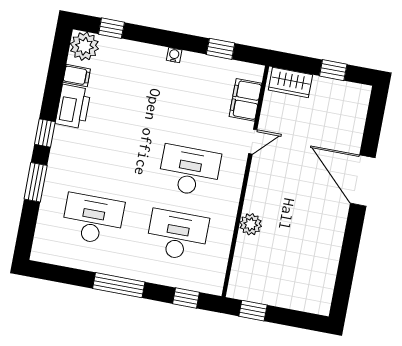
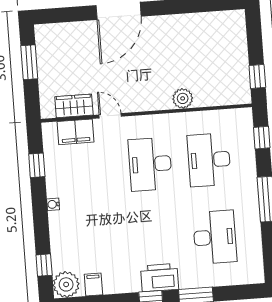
window: (333, 70) -> (29, 62), width x1.50
wardrobe: (290, 82) -> (74, 106), moved, turned -90
printer: (73, 107) -> (160, 278), moved
desk: (93, 219) -> (215, 237), turned 180

